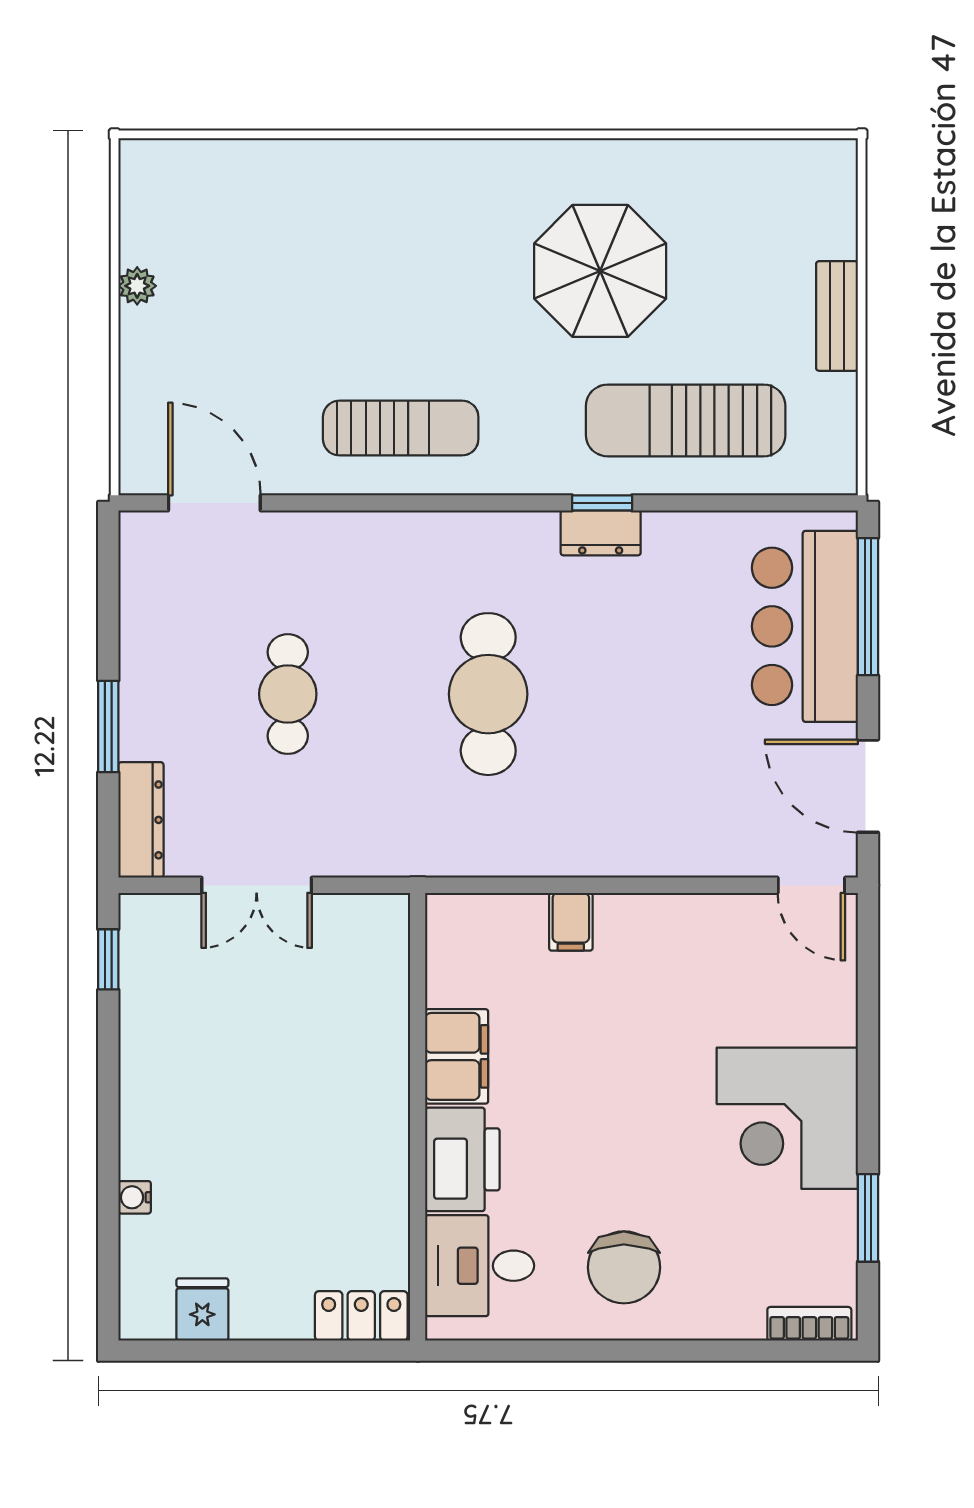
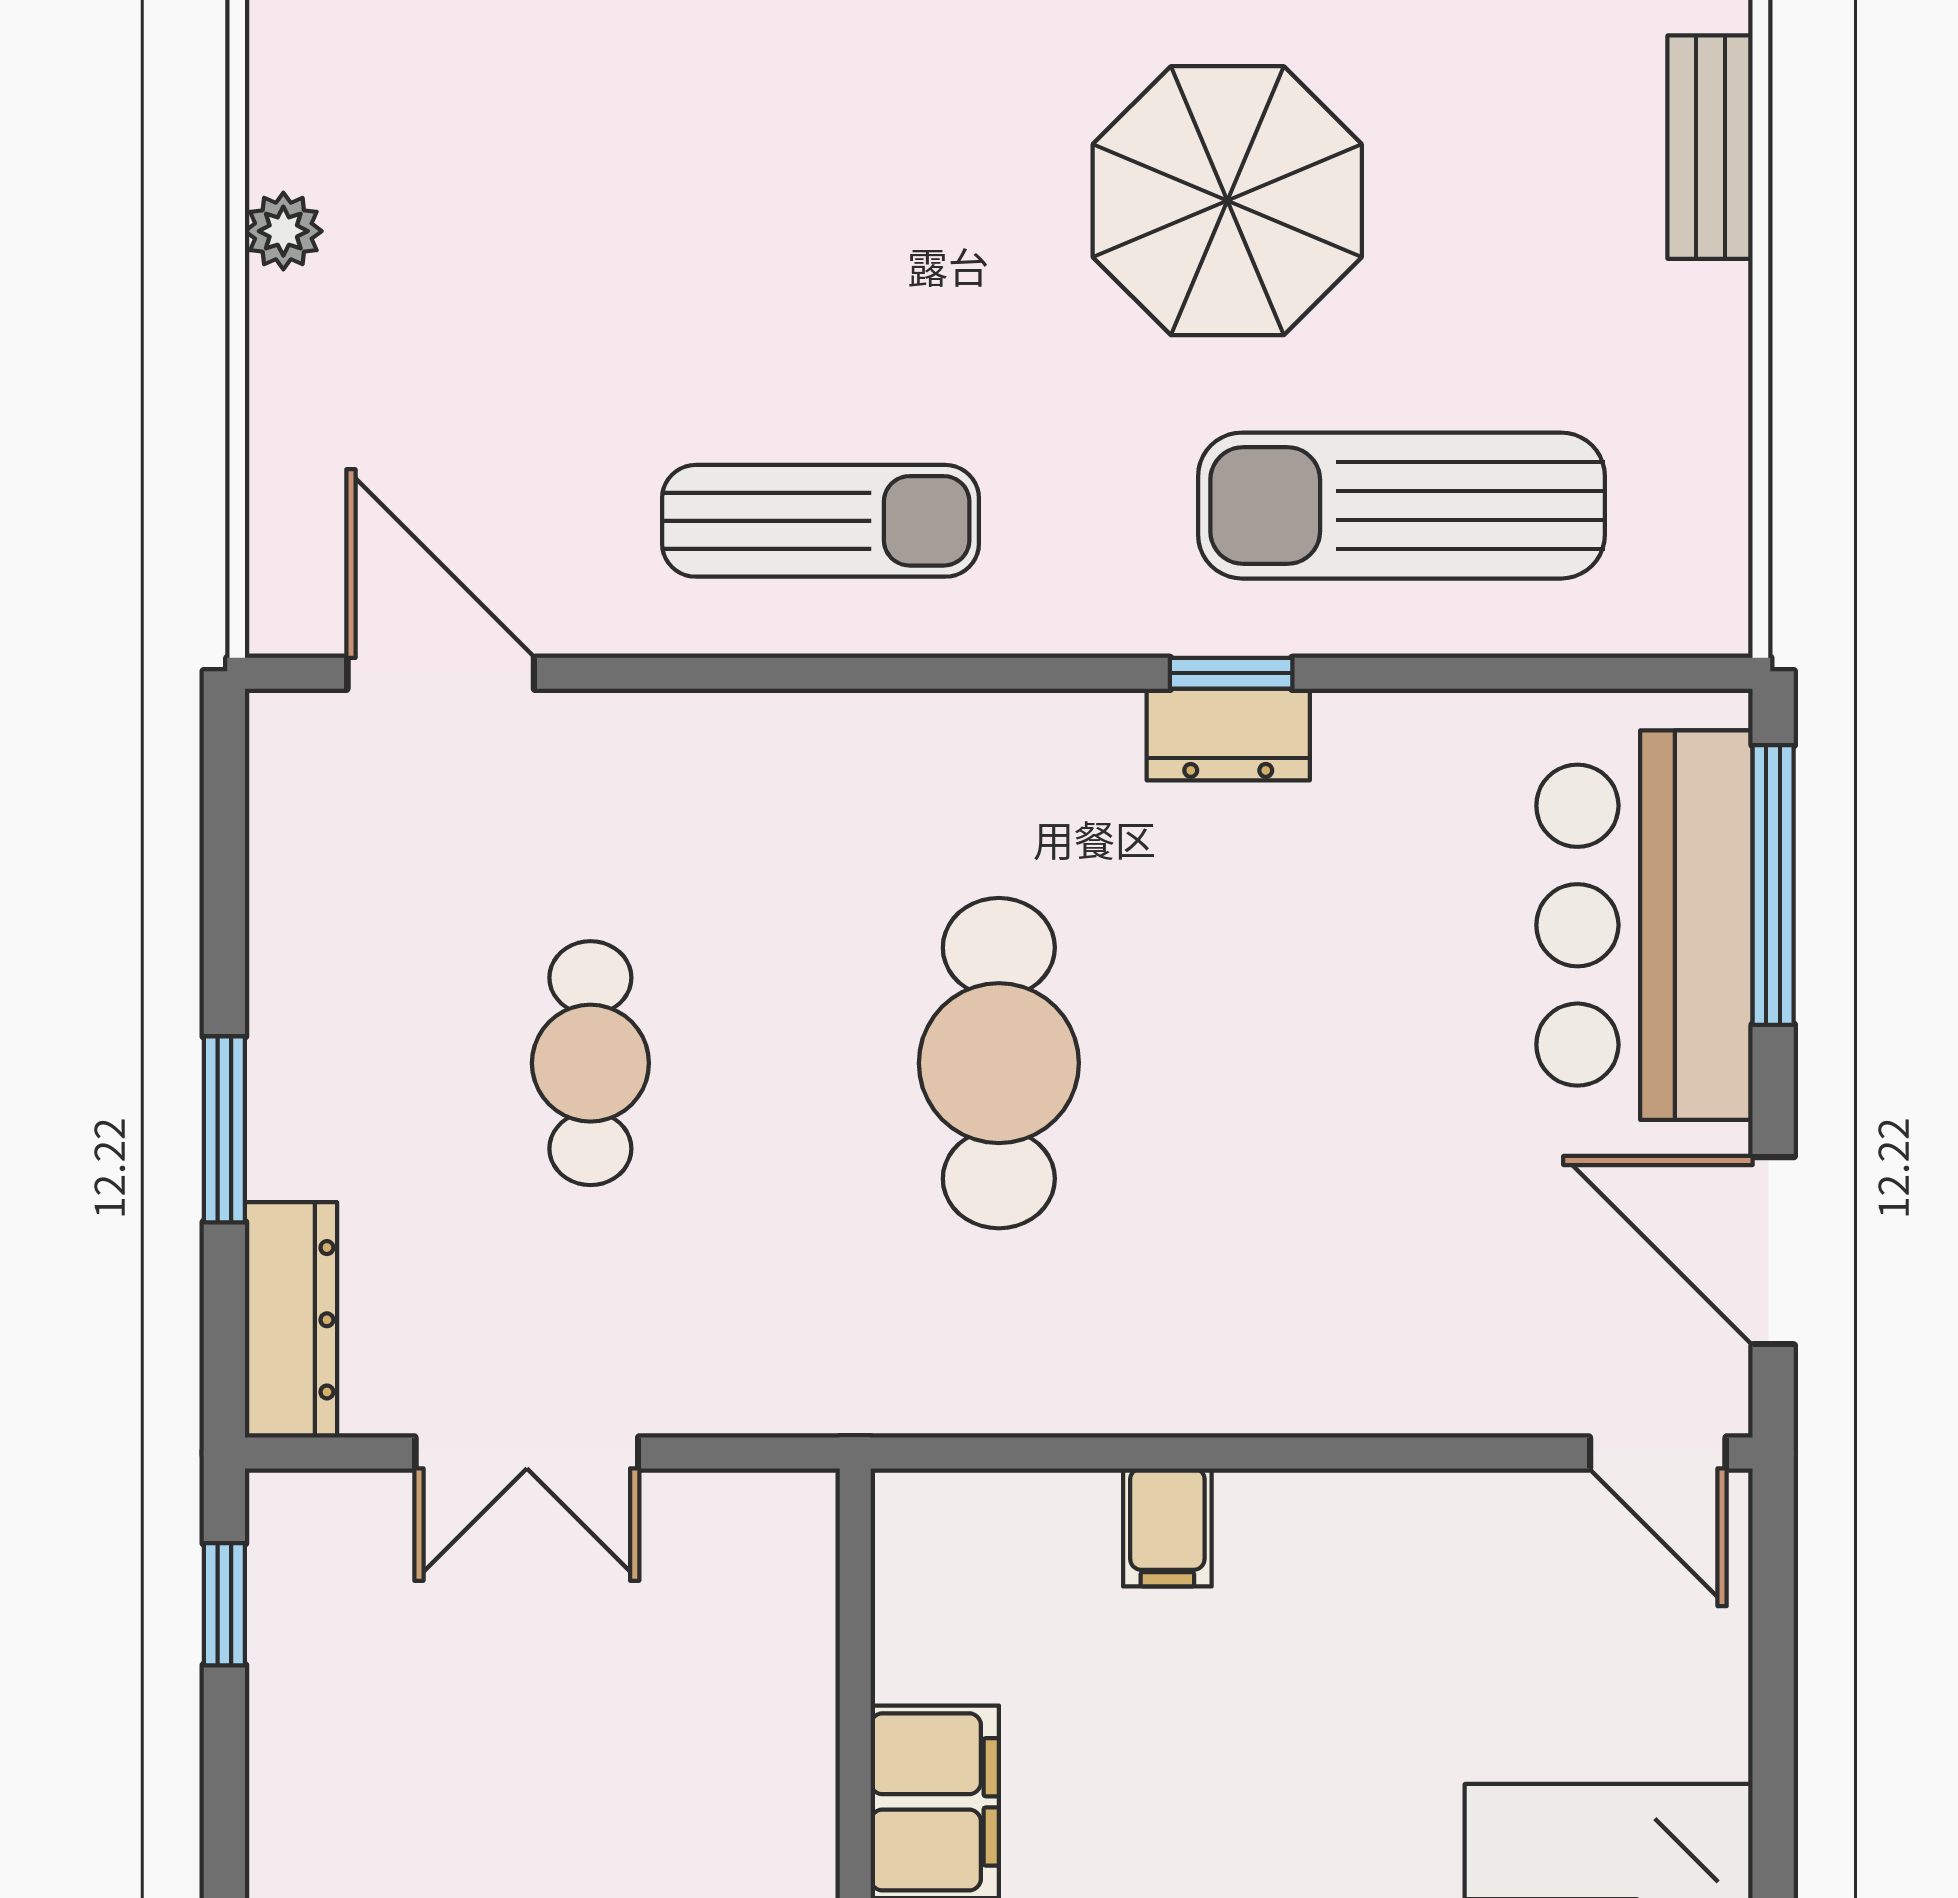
bench: (837, 316) -> (1710, 147), moved

